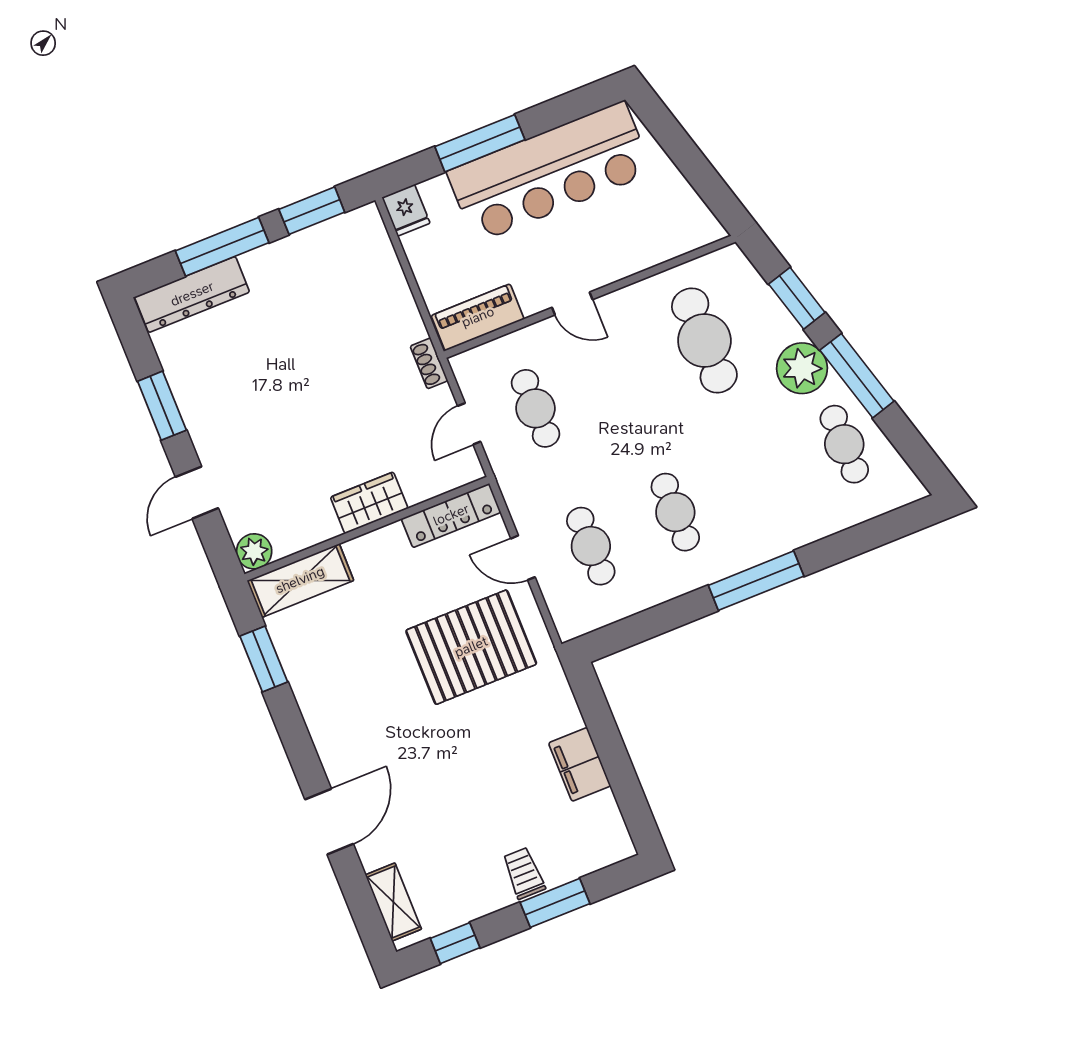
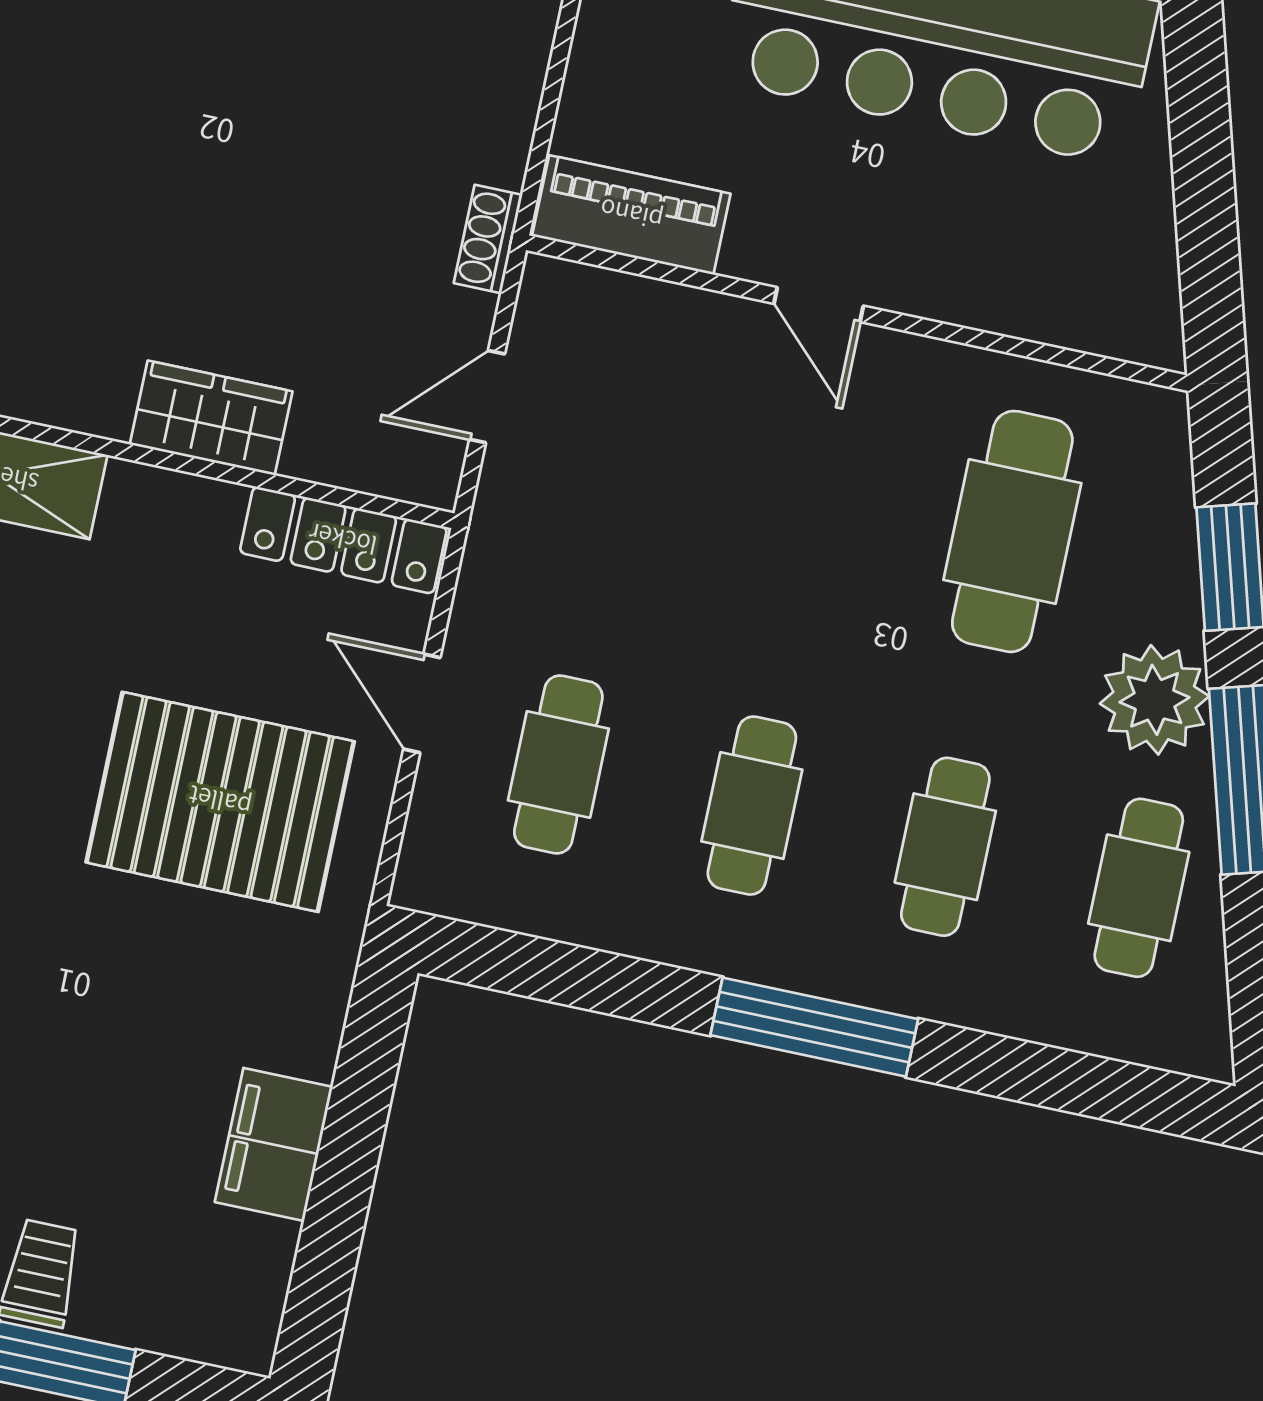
cafe table: (535, 408) -> (945, 847), moved

